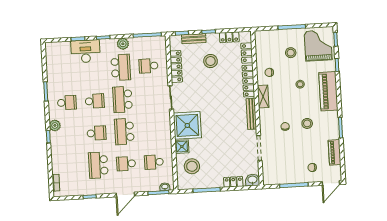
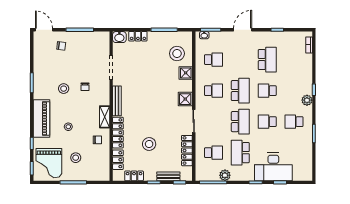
plant: (123, 44) -> (225, 175), moved
desk: (86, 51) -> (273, 167), width x1.36, depth x1.30
stool: (210, 61) -> (149, 144), moved
shower: (187, 125) -> (185, 99), width x0.54, depth x0.54
piano: (335, 152) -> (39, 59), removed
school desk: (126, 164) -> (213, 91), moved
door: (331, 183) -> (44, 30), hinge flipped

